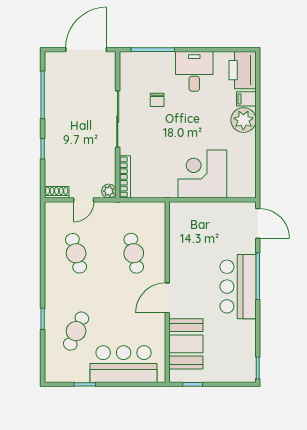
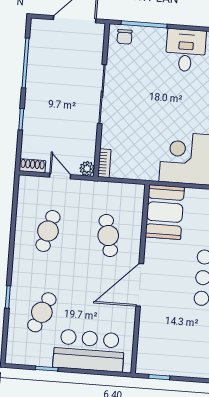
chair: (157, 100) -> (125, 37), moved
bookcase: (125, 177) -> (104, 163), width x0.64
door: (84, 200) -> (60, 176), swing flipped
cafe table: (76, 253) -> (48, 231), turned 30
door: (167, 298) -> (140, 285), width x1.36
booth: (186, 344) -> (165, 212), moved

